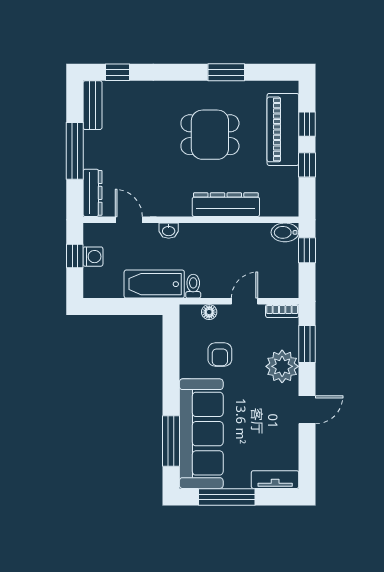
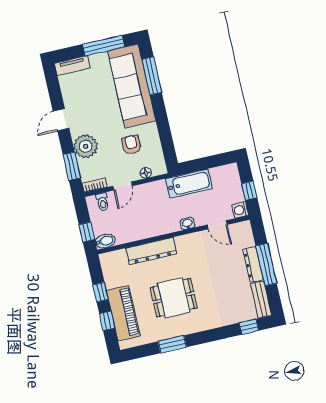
dresser: (92, 193) -> (253, 264), moved
washing machine: (93, 257) -> (240, 210), moved
toilet: (193, 286) -> (102, 202), moved

